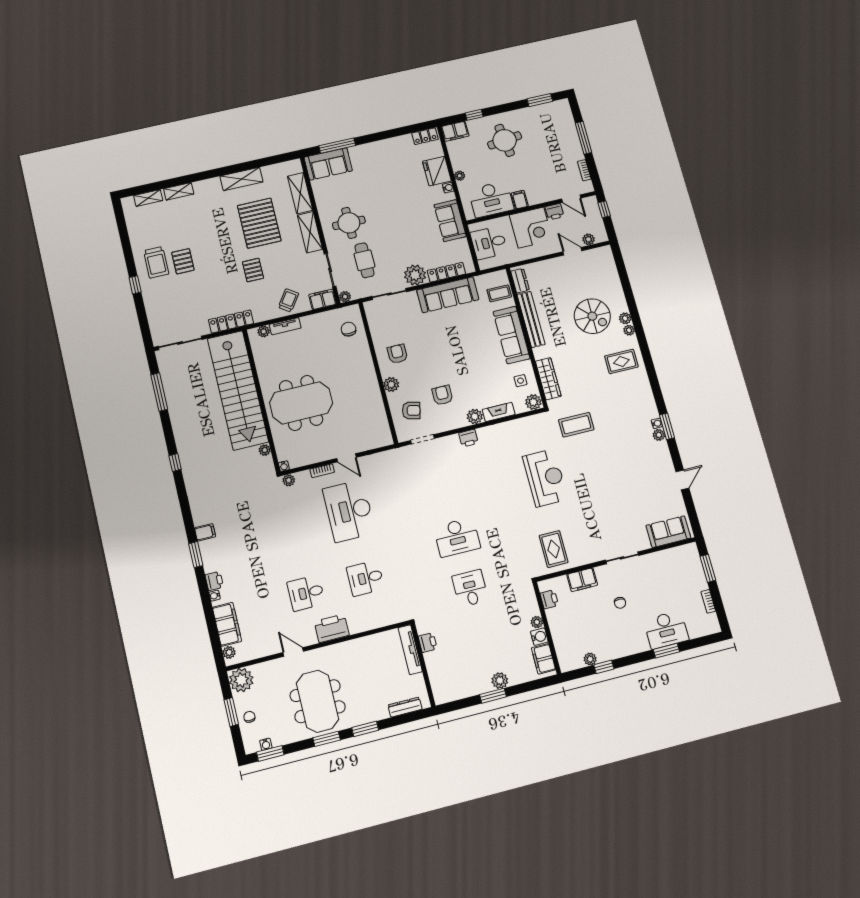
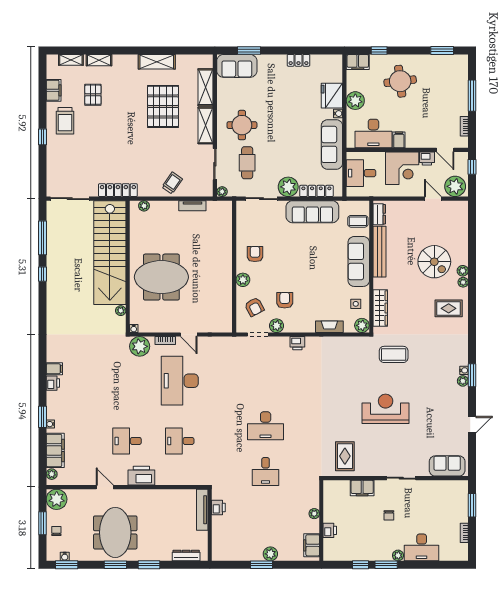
locker: (425, 136) -> (298, 60), moved
window: (337, 146) -> (249, 51), width x0.69
plant: (460, 176) -> (355, 101), width x1.88, depth x1.88
sofa: (450, 221) -> (332, 144), width x1.36
plant: (589, 239) -> (455, 186), width x1.87, depth x1.87
pallet: (183, 261) -> (93, 95), moved
pallet: (253, 270) -> (148, 148), removed
filing cabinet: (323, 299) -> (54, 90), moved, turned 90
tv unit: (285, 326) -> (192, 206), moved
chair: (349, 329) -> (218, 222), removed
armchair: (411, 410) -> (254, 307), turned 48
plant: (475, 417) -> (277, 326), moved
window: (175, 462) -> (42, 274), moved
reception desk: (545, 478) -> (386, 409), moved, turned -90
plant: (289, 480) -> (140, 346), width x1.87, depth x1.87
window: (196, 555) -> (42, 417), moved
printer: (214, 581) -> (53, 383), moved
desk: (470, 588) -> (266, 472), turned 180
printer: (549, 599) -> (330, 530), moved
water cooler: (539, 637) -> (313, 526), removed
window: (666, 651) -> (386, 565), moved
plant: (590, 659) -> (398, 555), moved

